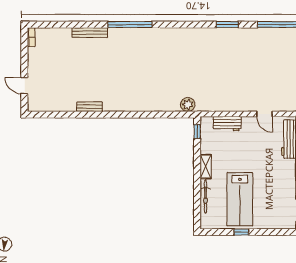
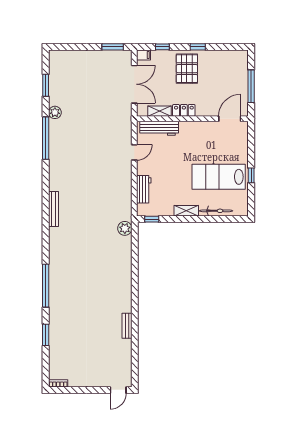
window: (227, 25) -> (46, 335), moved
bench: (90, 33) -> (54, 209), moved
door: (24, 86) -> (118, 390), moved
lab bench: (240, 199) -> (219, 177), turned 180

